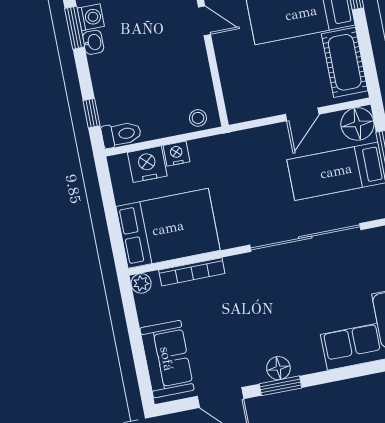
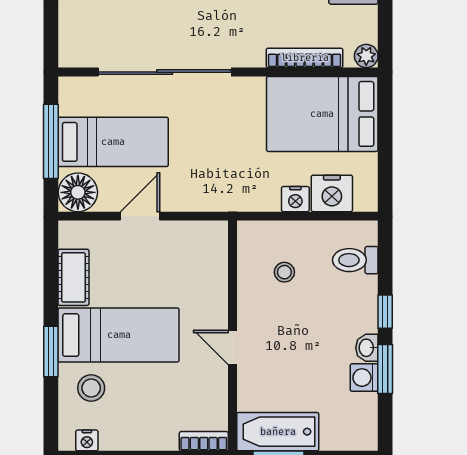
cot: (345, 62) -> (73, 277), width x0.73, depth x0.75
window: (91, 113) -> (385, 312), moved
stool: (198, 118) -> (284, 272), moved
toilet: (121, 134) -> (355, 260), moved

